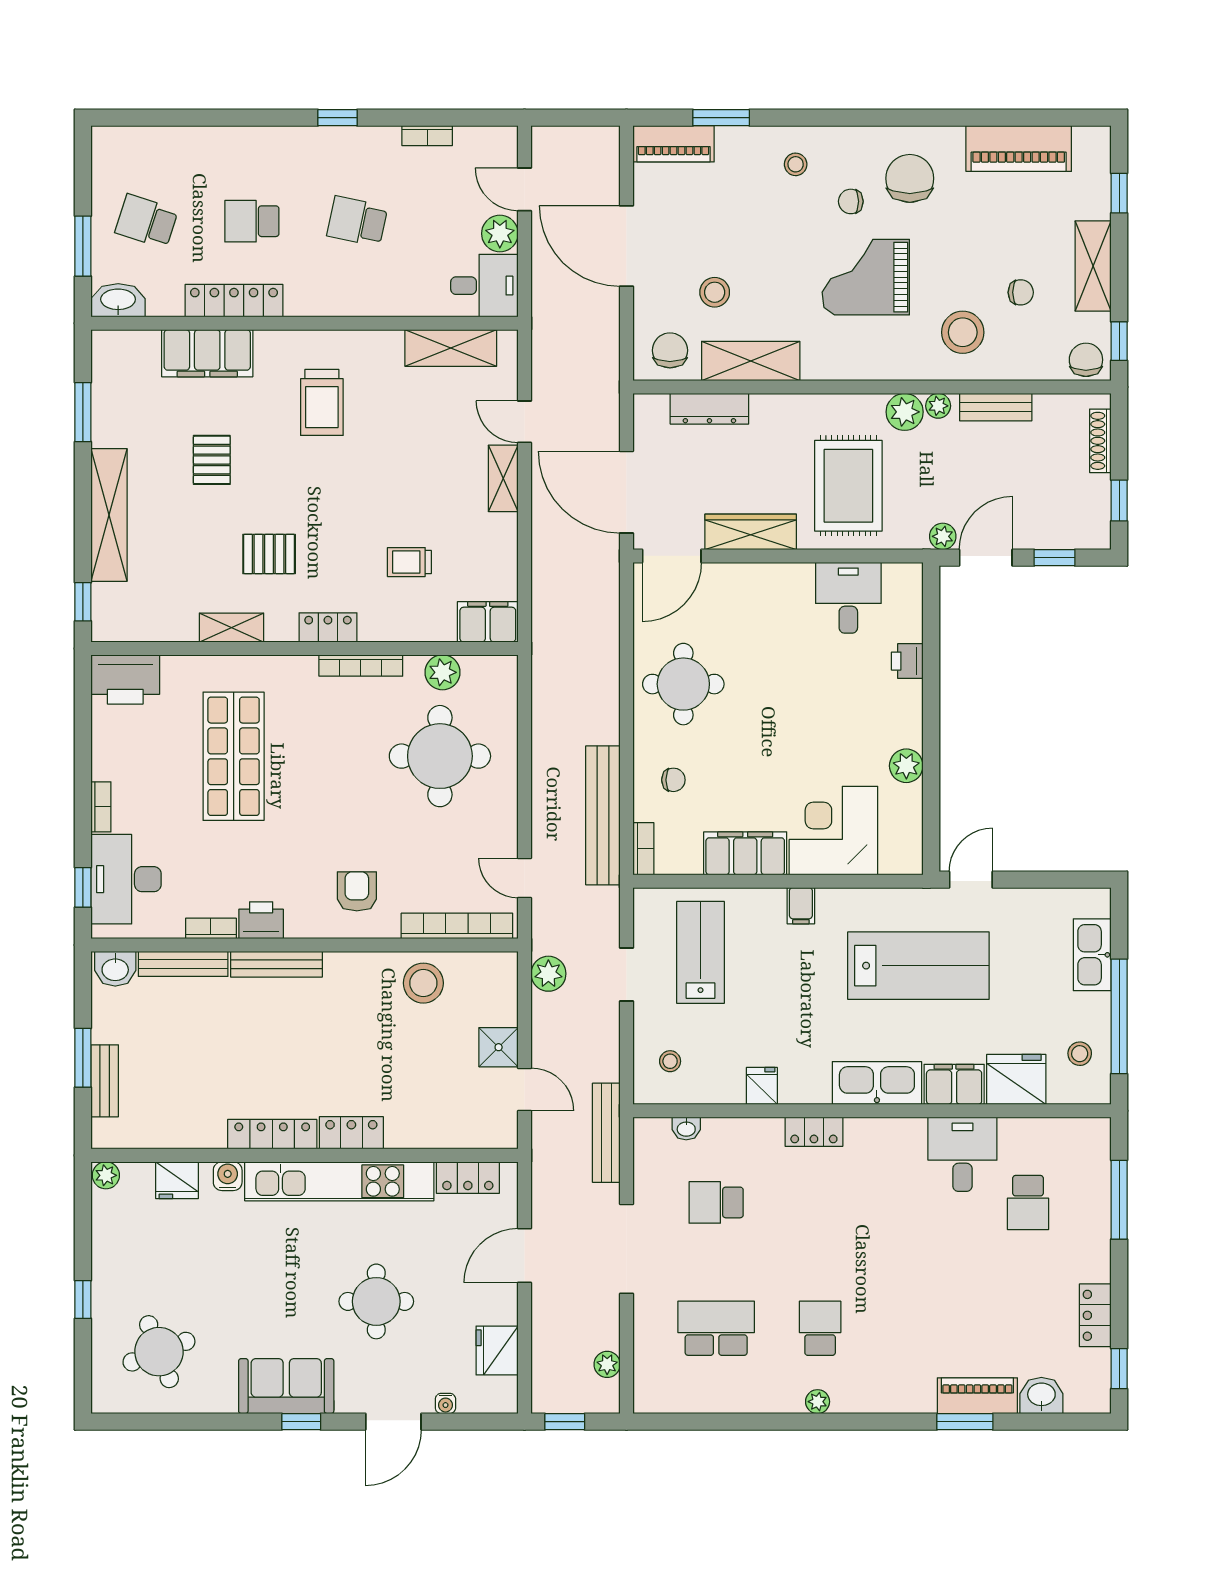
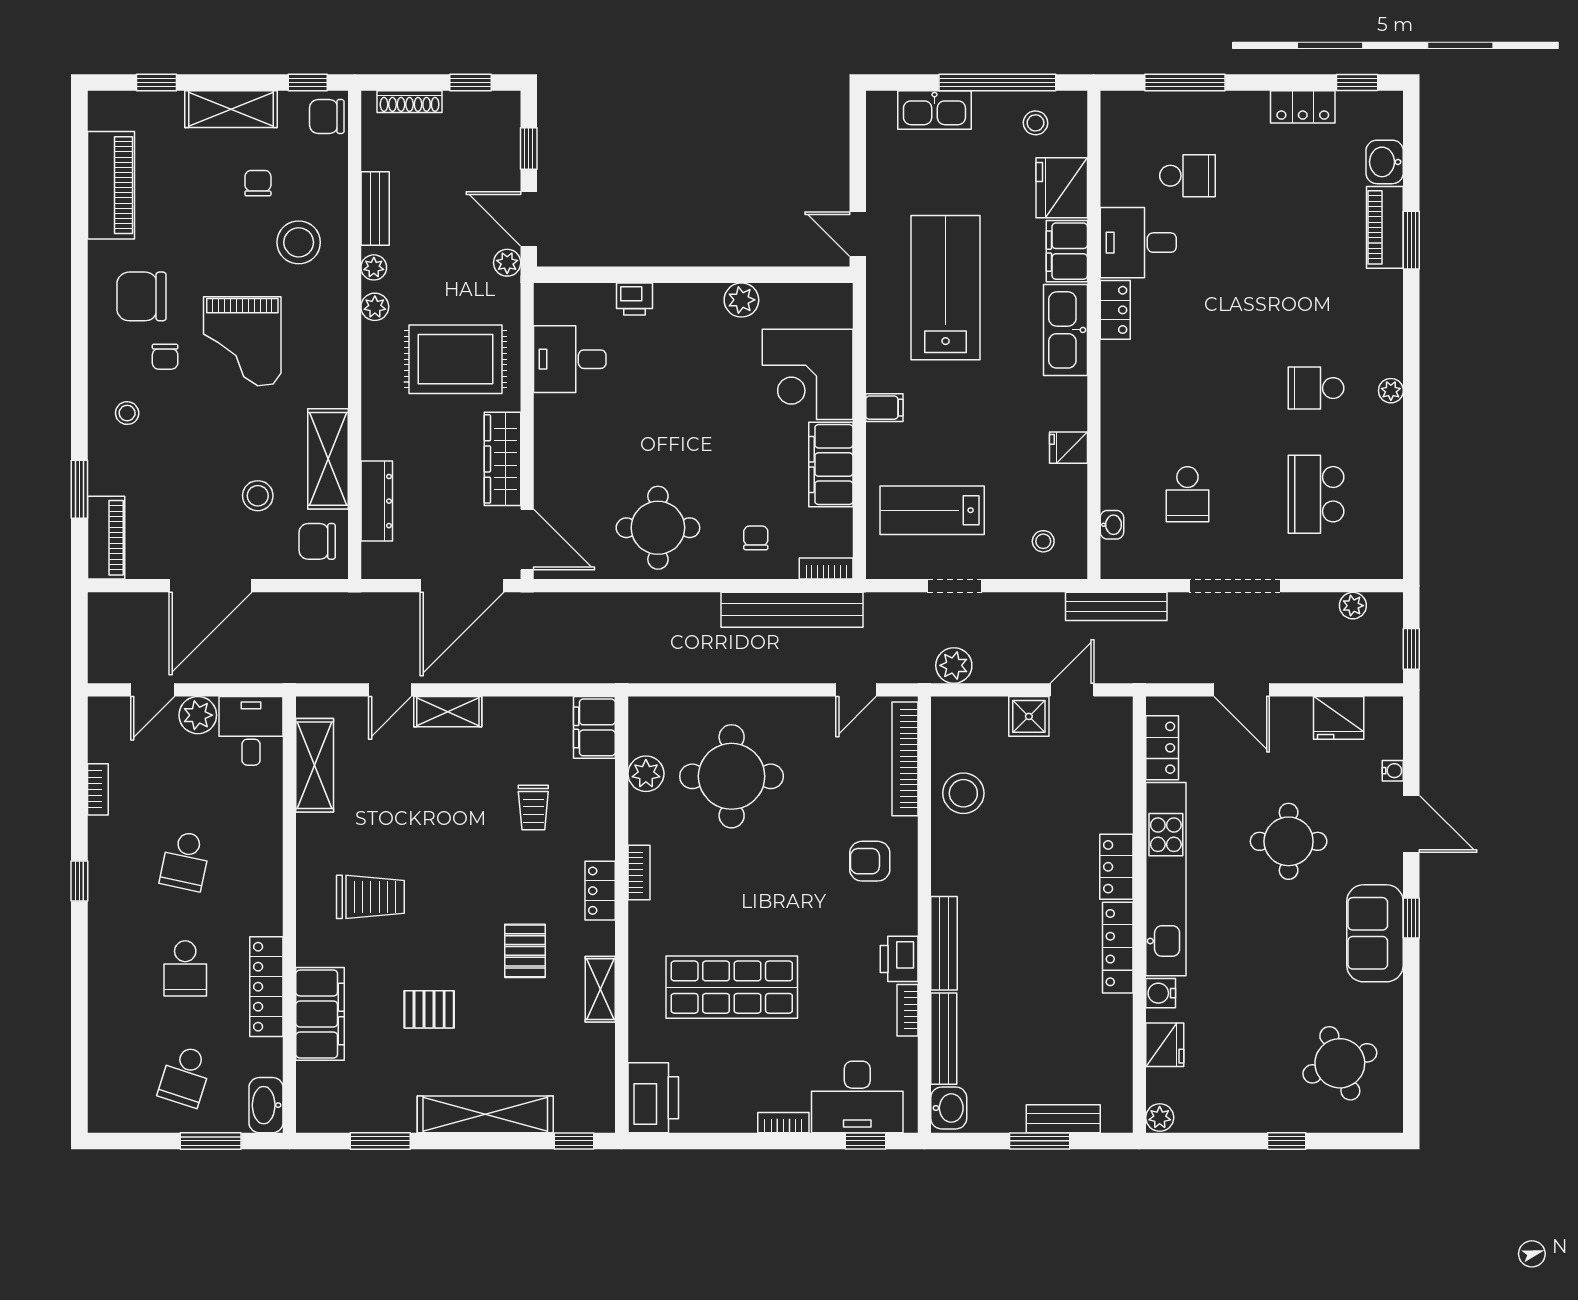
plant: (905, 412) -> (375, 307), width x0.73, depth x0.73
bookcase: (361, 666) -> (639, 873), width x0.64
locker: (814, 1132) -> (1115, 310), moved

